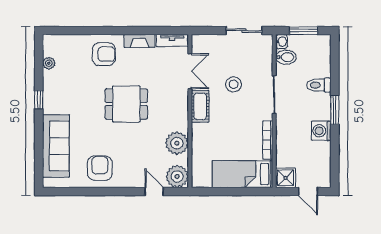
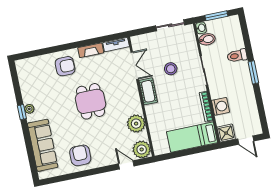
plant: (49, 63) -> (29, 109), moved
dining table: (126, 104) -> (91, 101), turned 90
washing machine: (321, 131) -> (220, 106), moved, turned 180

